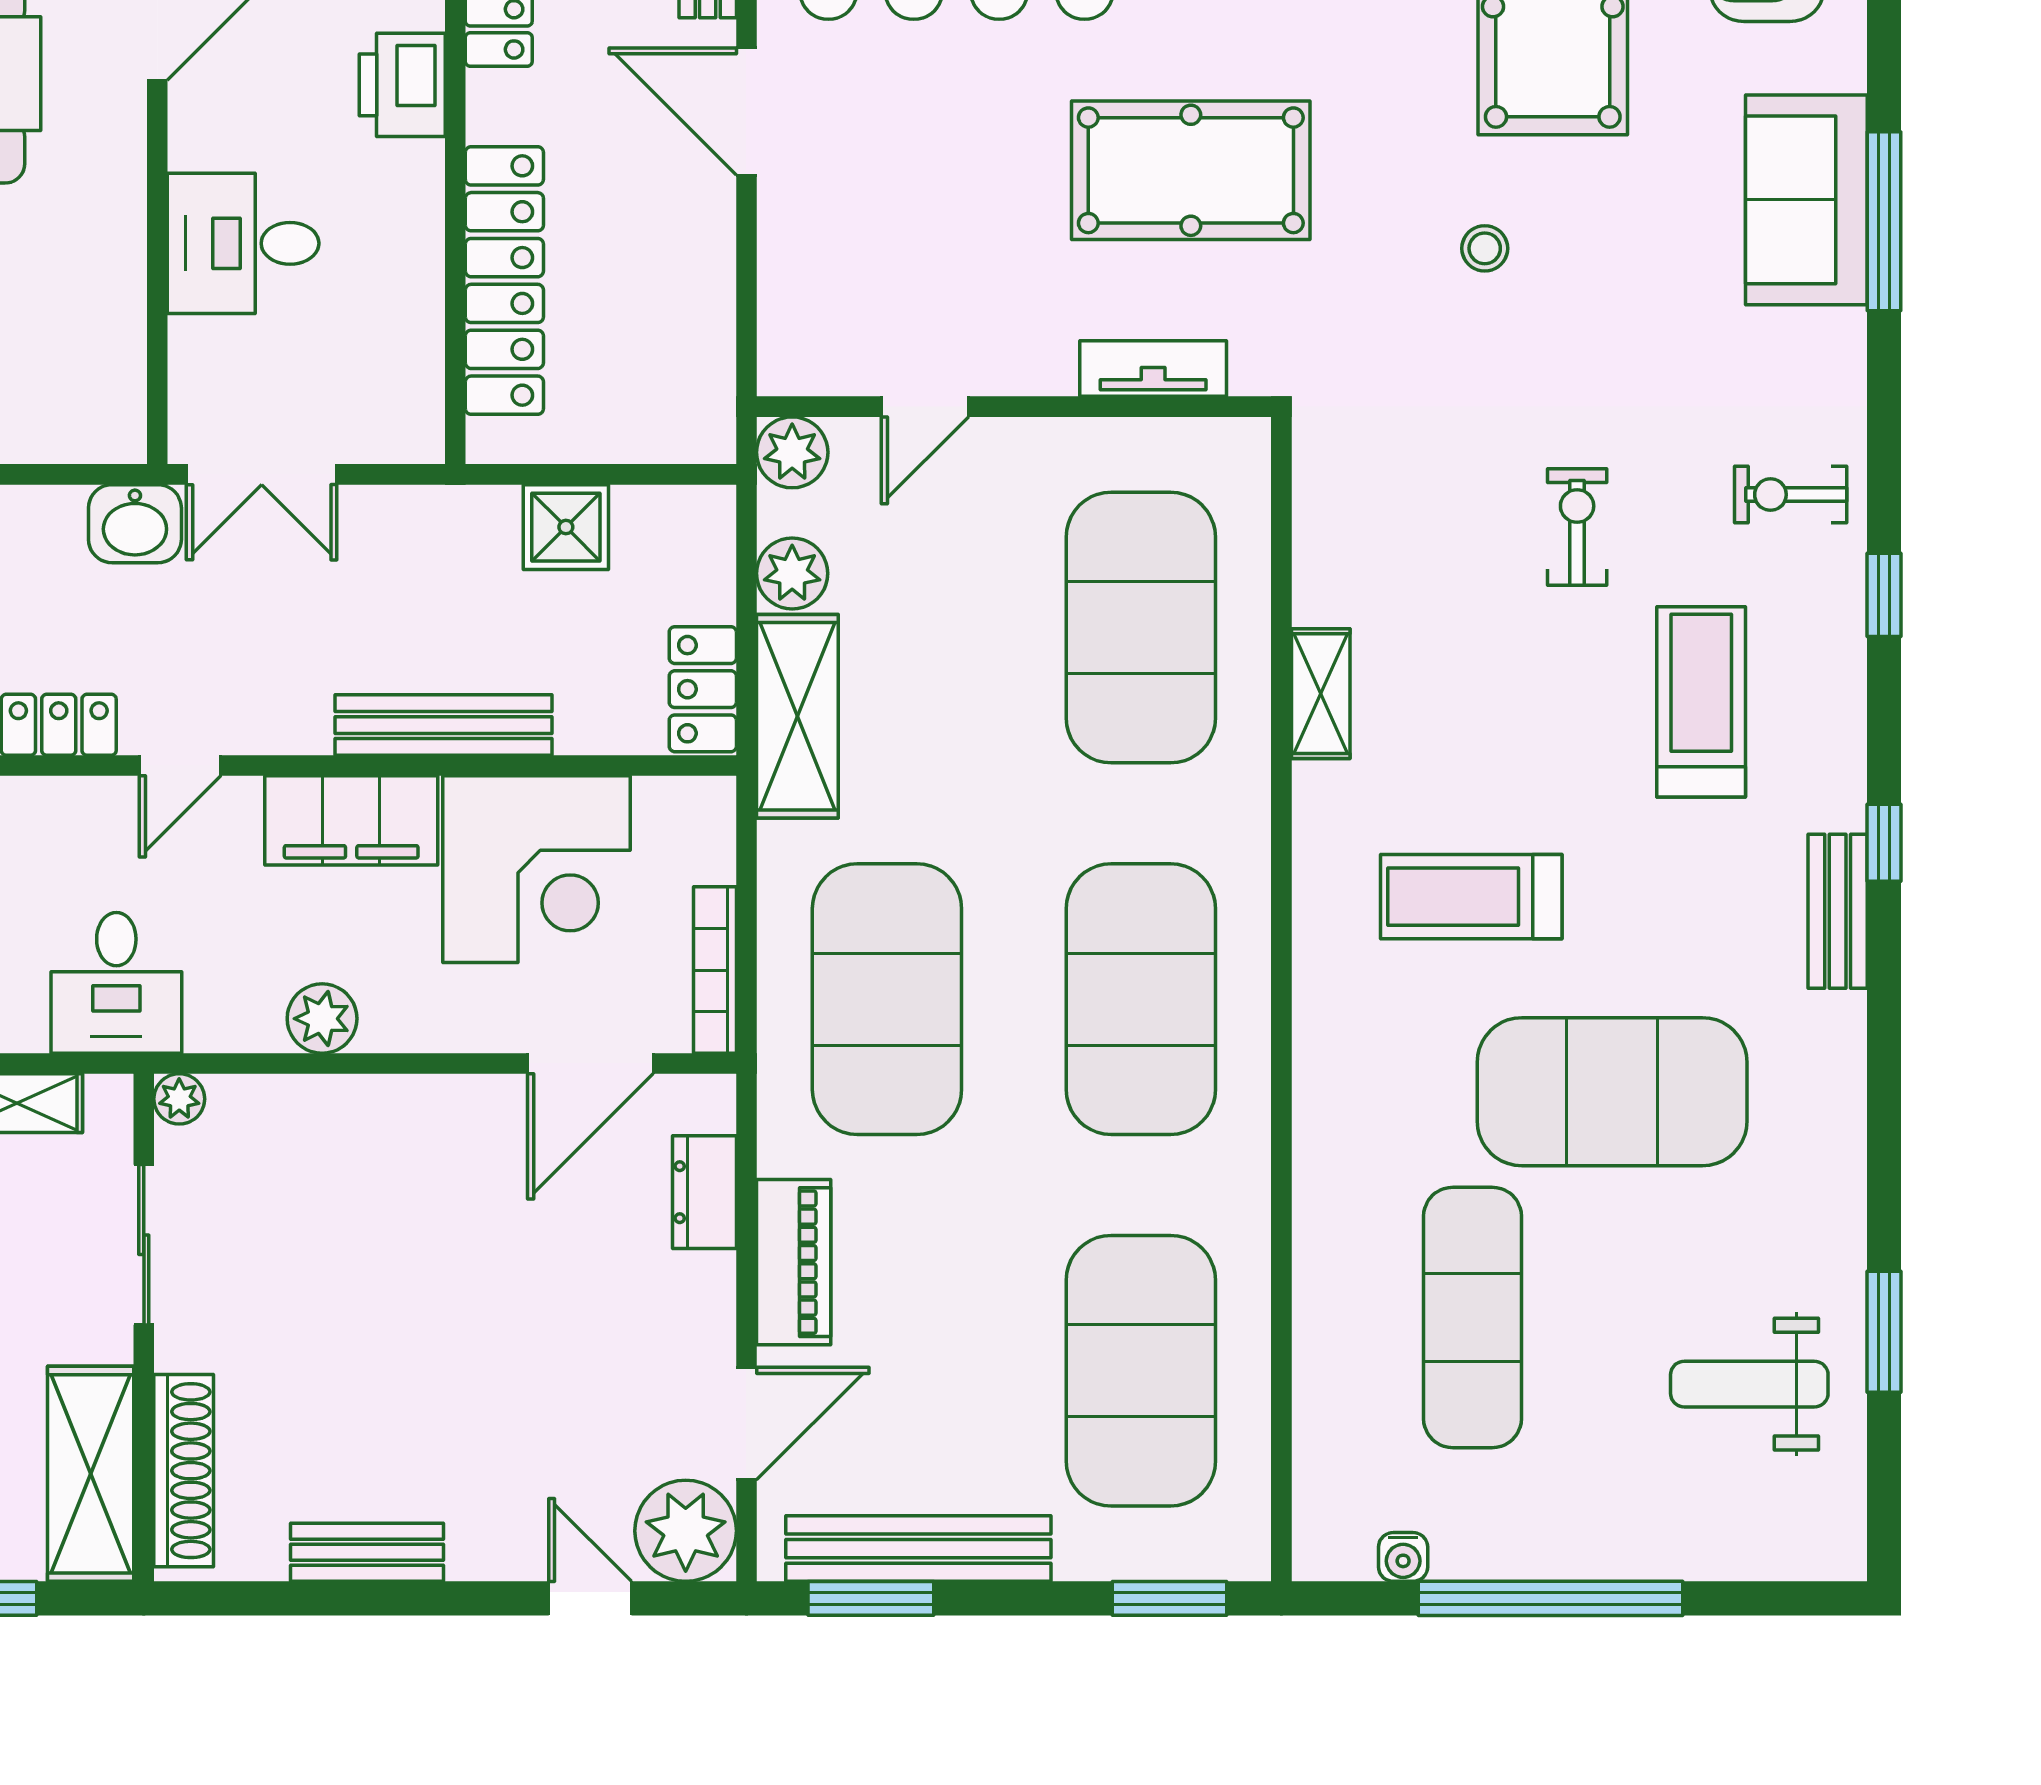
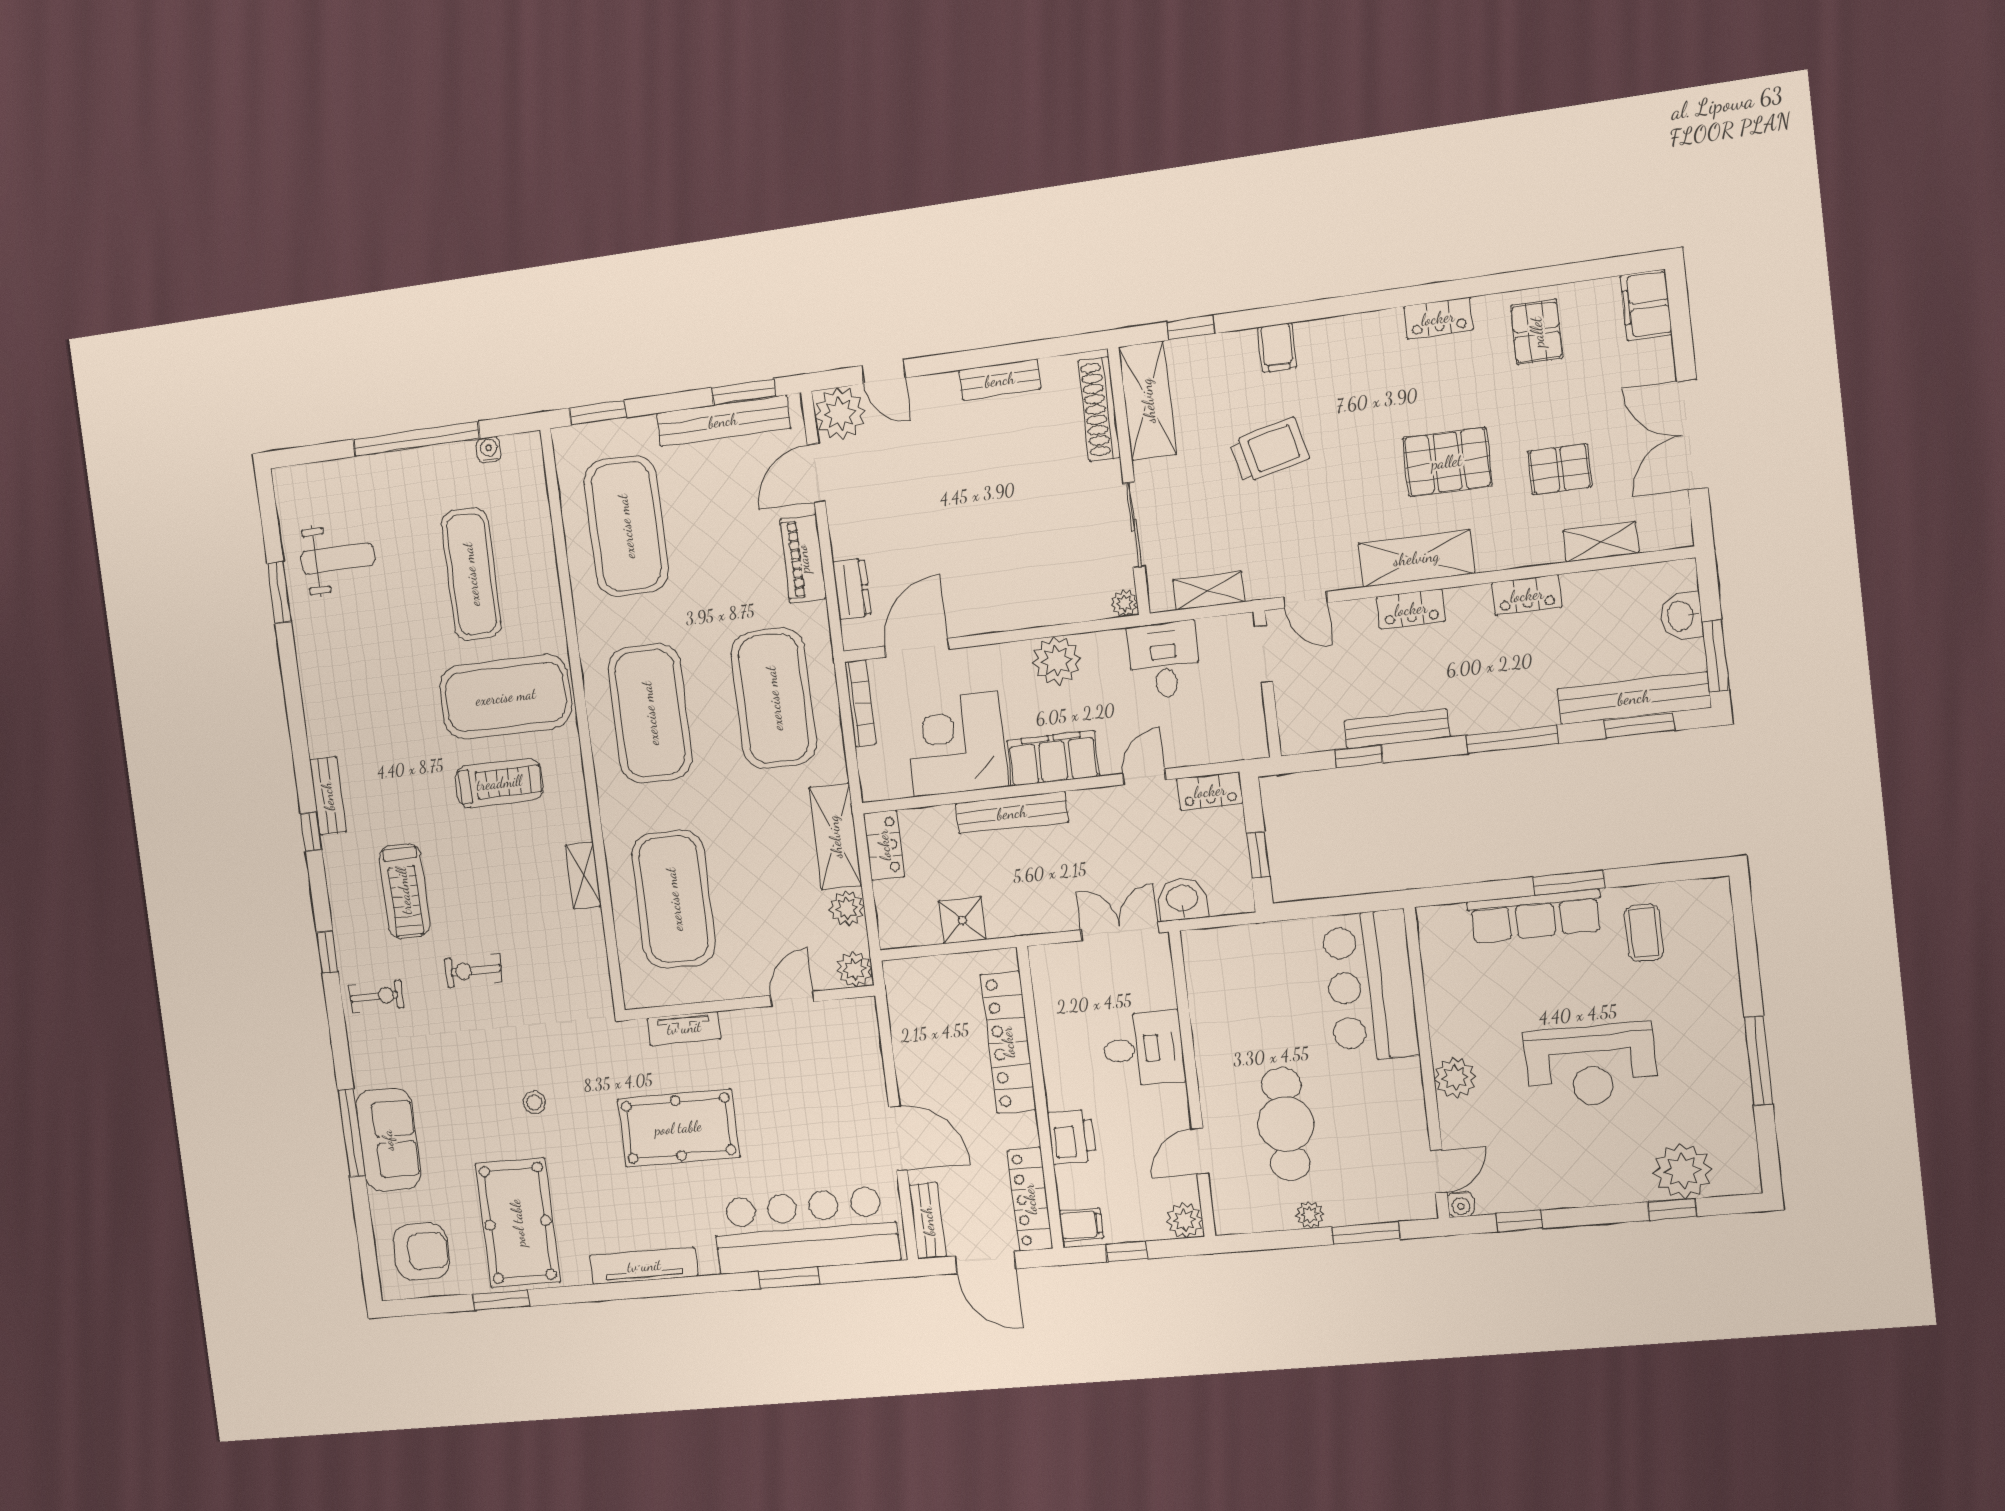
exercise bike: (1577, 527) -> (473, 970), turned 90
plant: (322, 1019) -> (1057, 661), width x1.36, depth x1.36
exercise mat: (1612, 1092) -> (506, 697), moved

